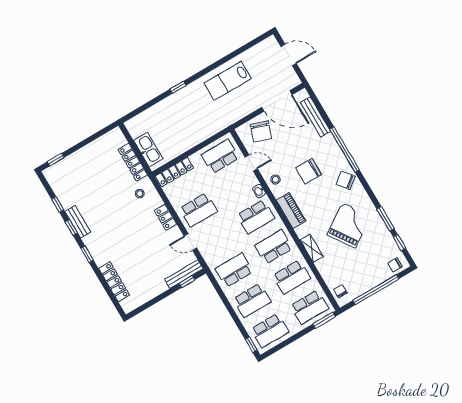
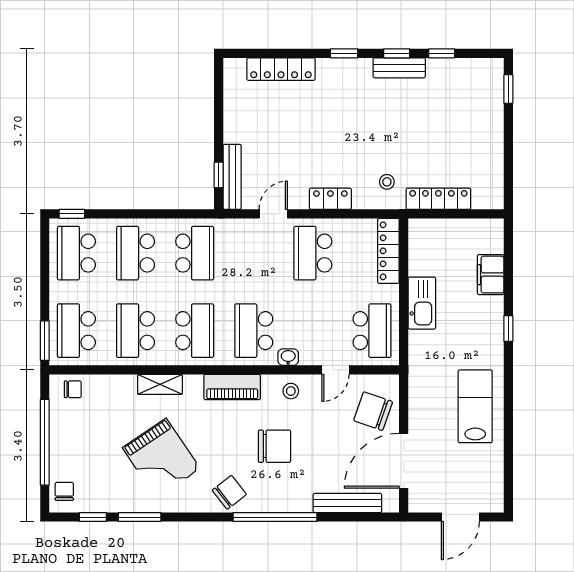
filing cabinet: (156, 113) -> (491, 275), added
kitchen sink: (148, 150) -> (422, 303), moved, turned -90
chair: (309, 171) -> (274, 446), turned 90

